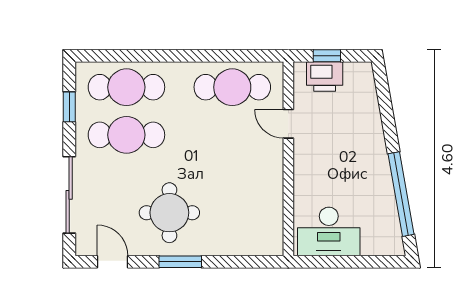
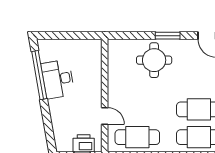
round table: (169, 213) -> (154, 60), moved
desk: (329, 231) -> (58, 79), moved, turned -100

